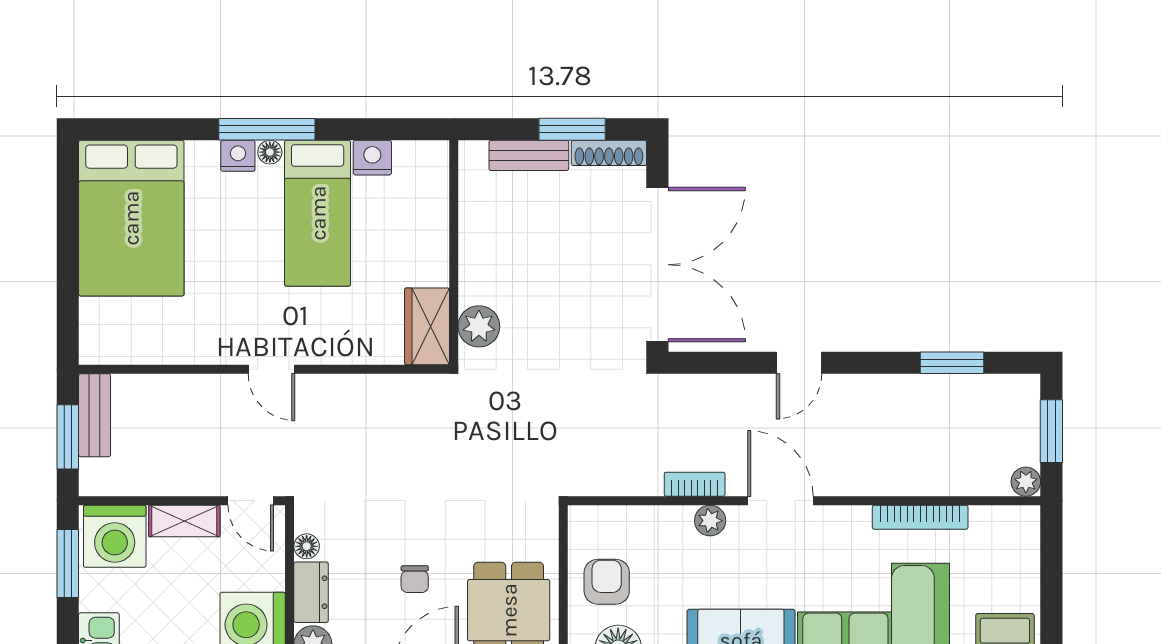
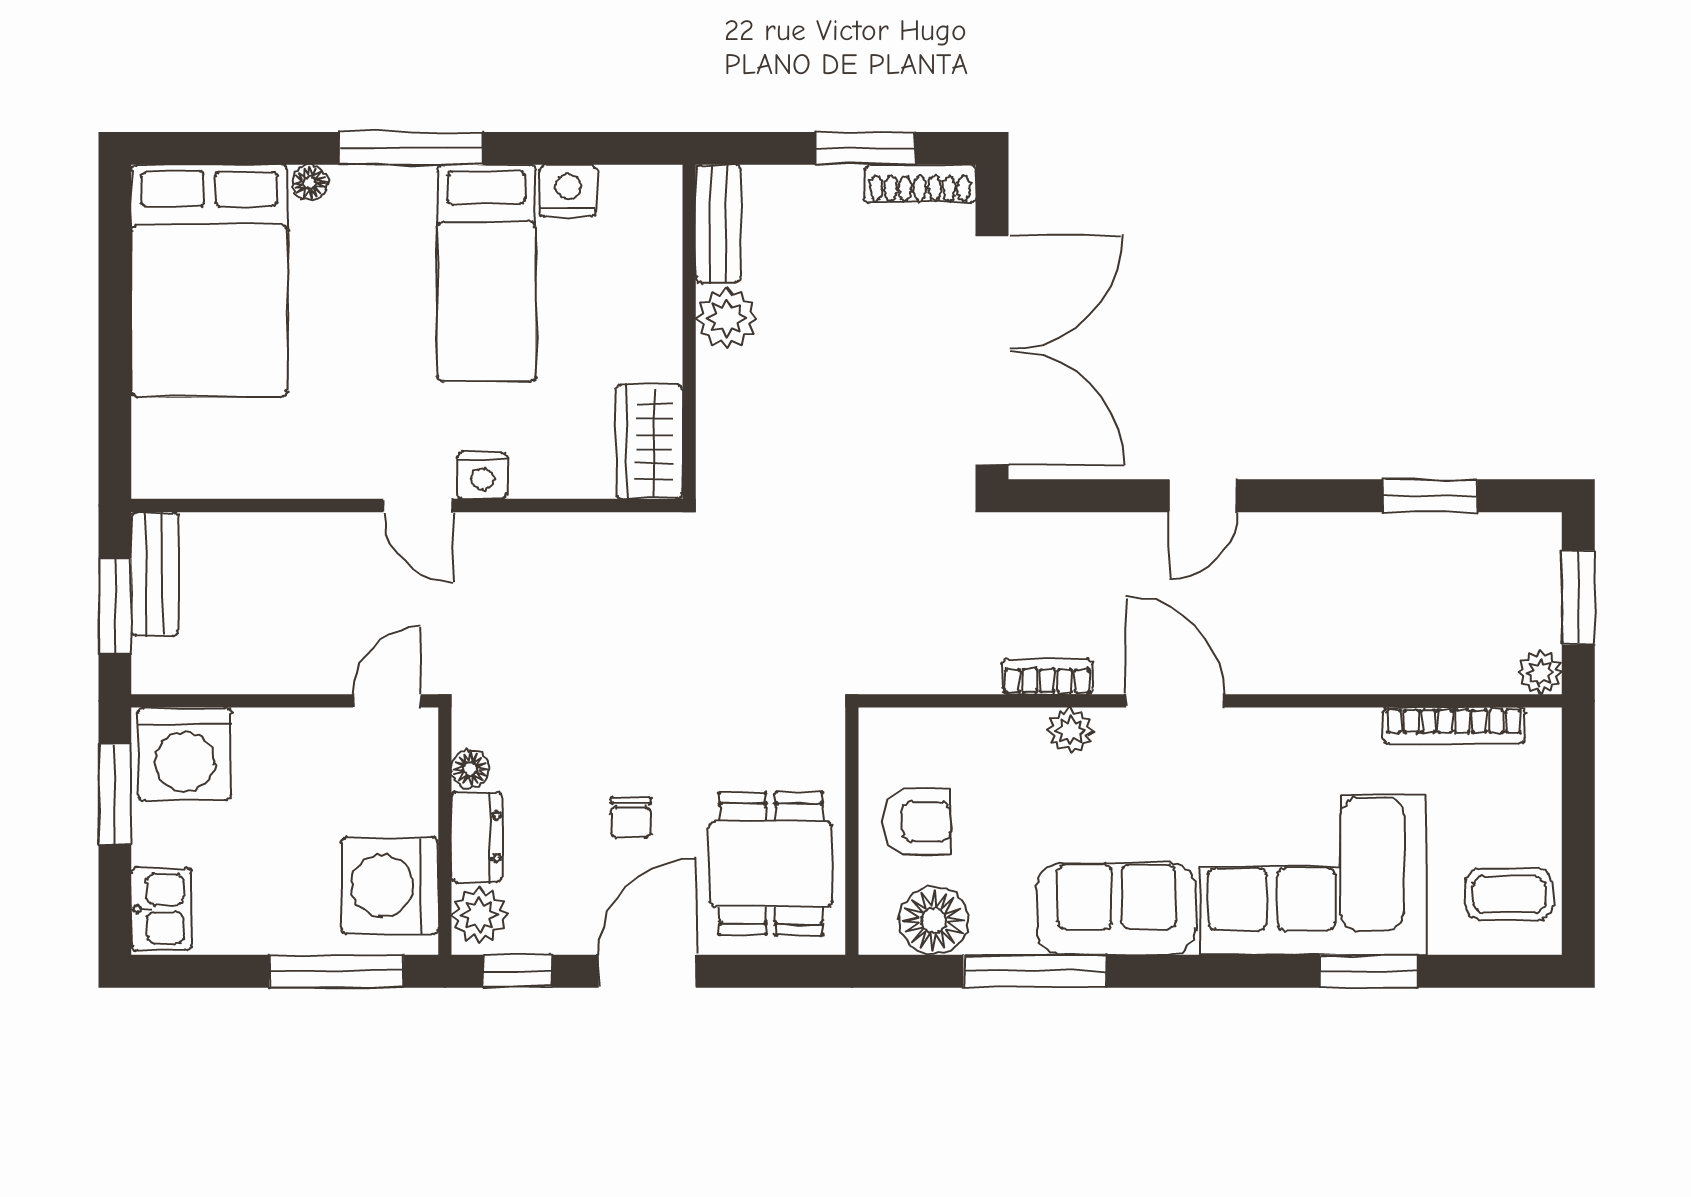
floor lamp: (270, 152) -> (310, 182), moved
bench: (529, 155) -> (718, 224), moved, turned 90
nightstand: (238, 156) -> (482, 476), moved, turned 180
plant: (479, 326) -> (726, 318), moved
door: (251, 501) -> (387, 701), swing flipped
bookcase: (920, 517) -> (1454, 726), moved
shelving: (184, 521) -> (288, 731), removed
armchair: (607, 582) -> (917, 822), turned 90

